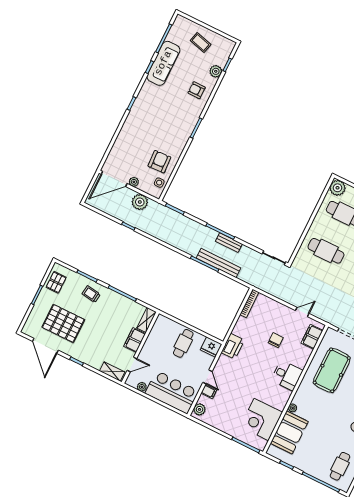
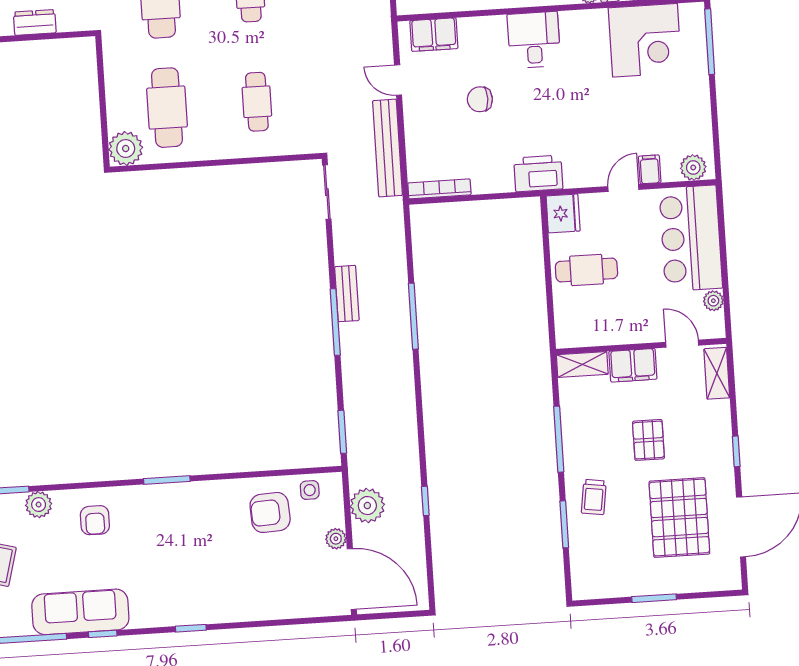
cafe table: (326, 251) -> (257, 102), width x0.73, depth x0.74
bench: (218, 263) -> (388, 148), moved
pallet: (56, 282) -> (648, 440), moved, turned 90

